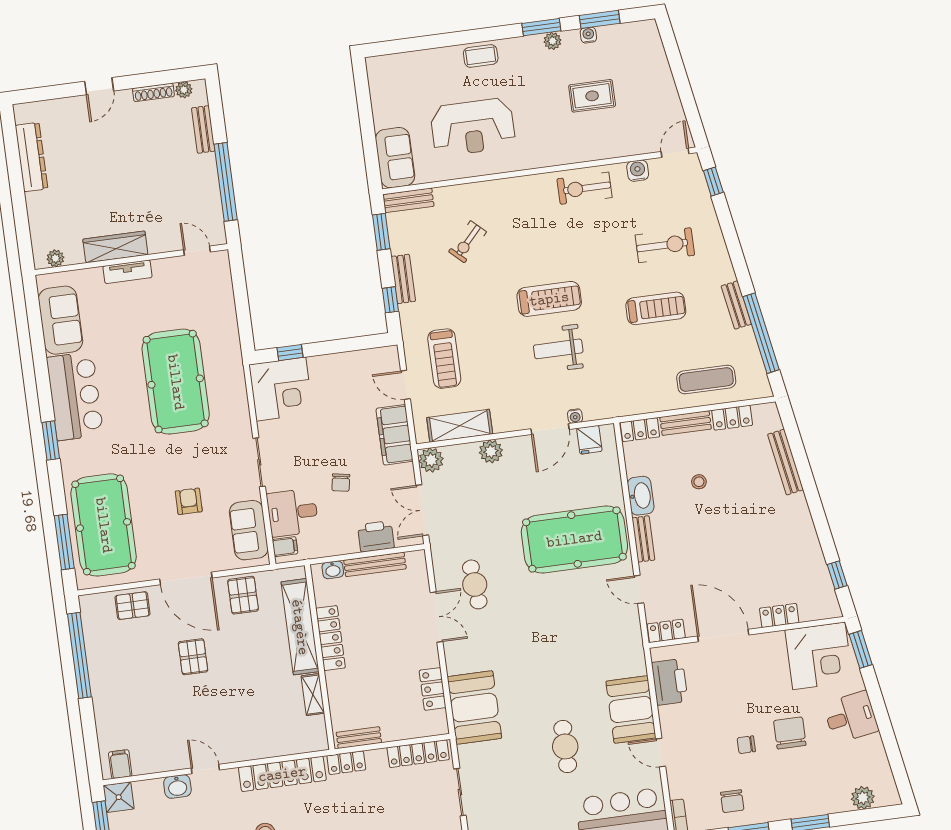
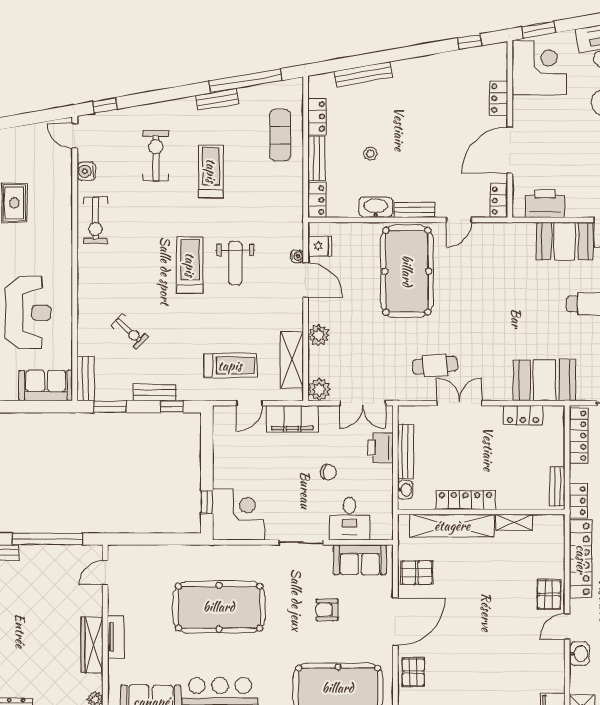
filing cabinet: (285, 547) -> (379, 529), removed
pallet: (193, 657) -> (549, 594), moved, turned 90

